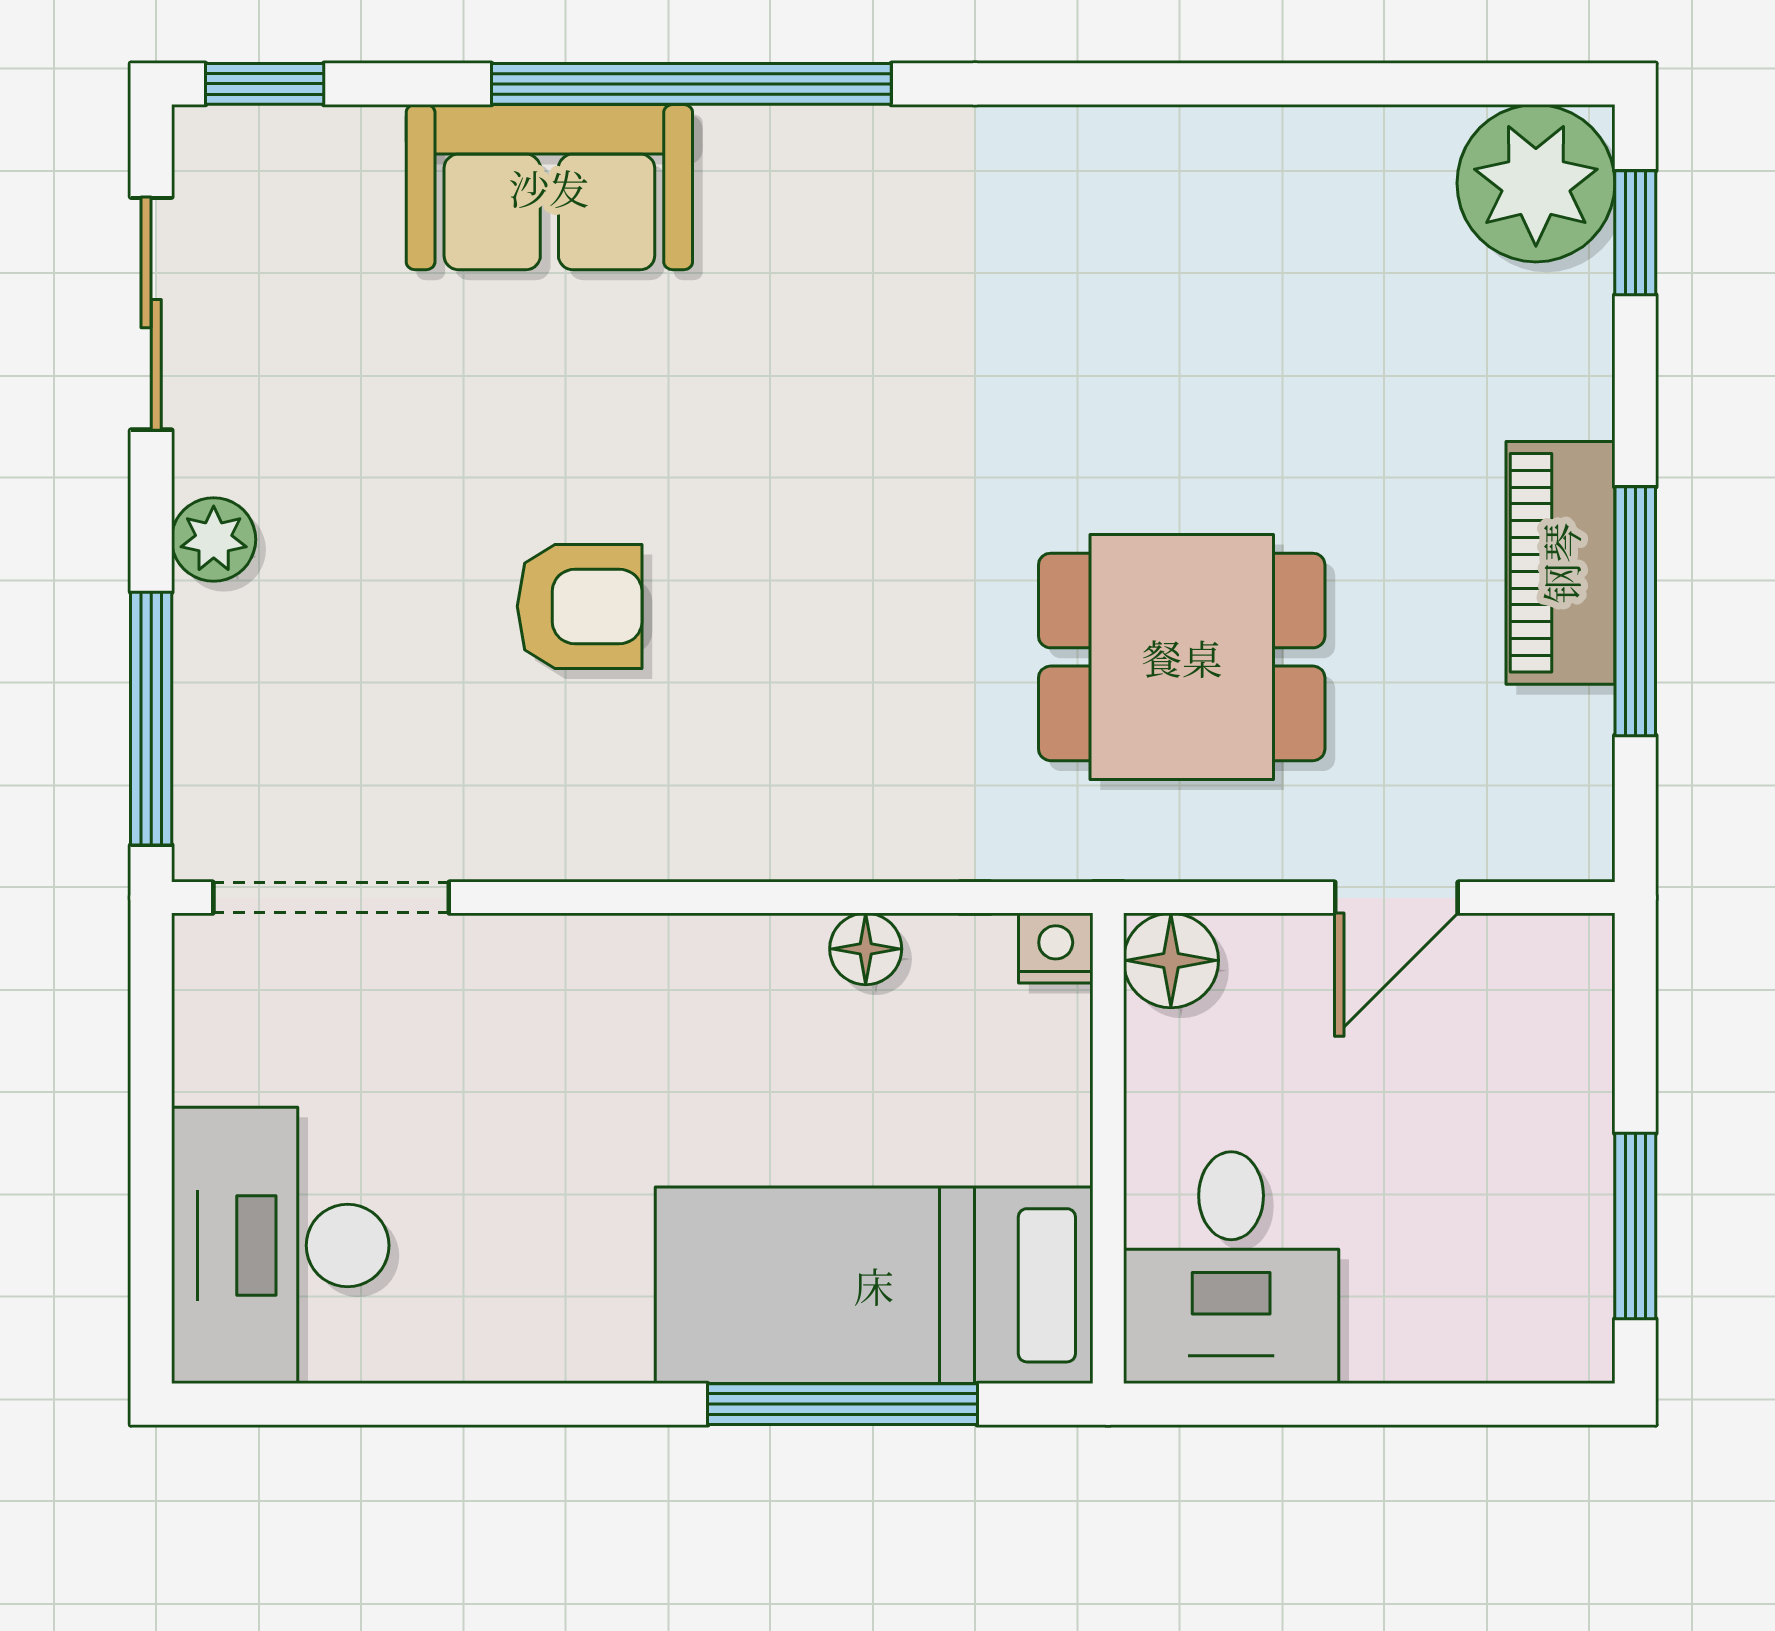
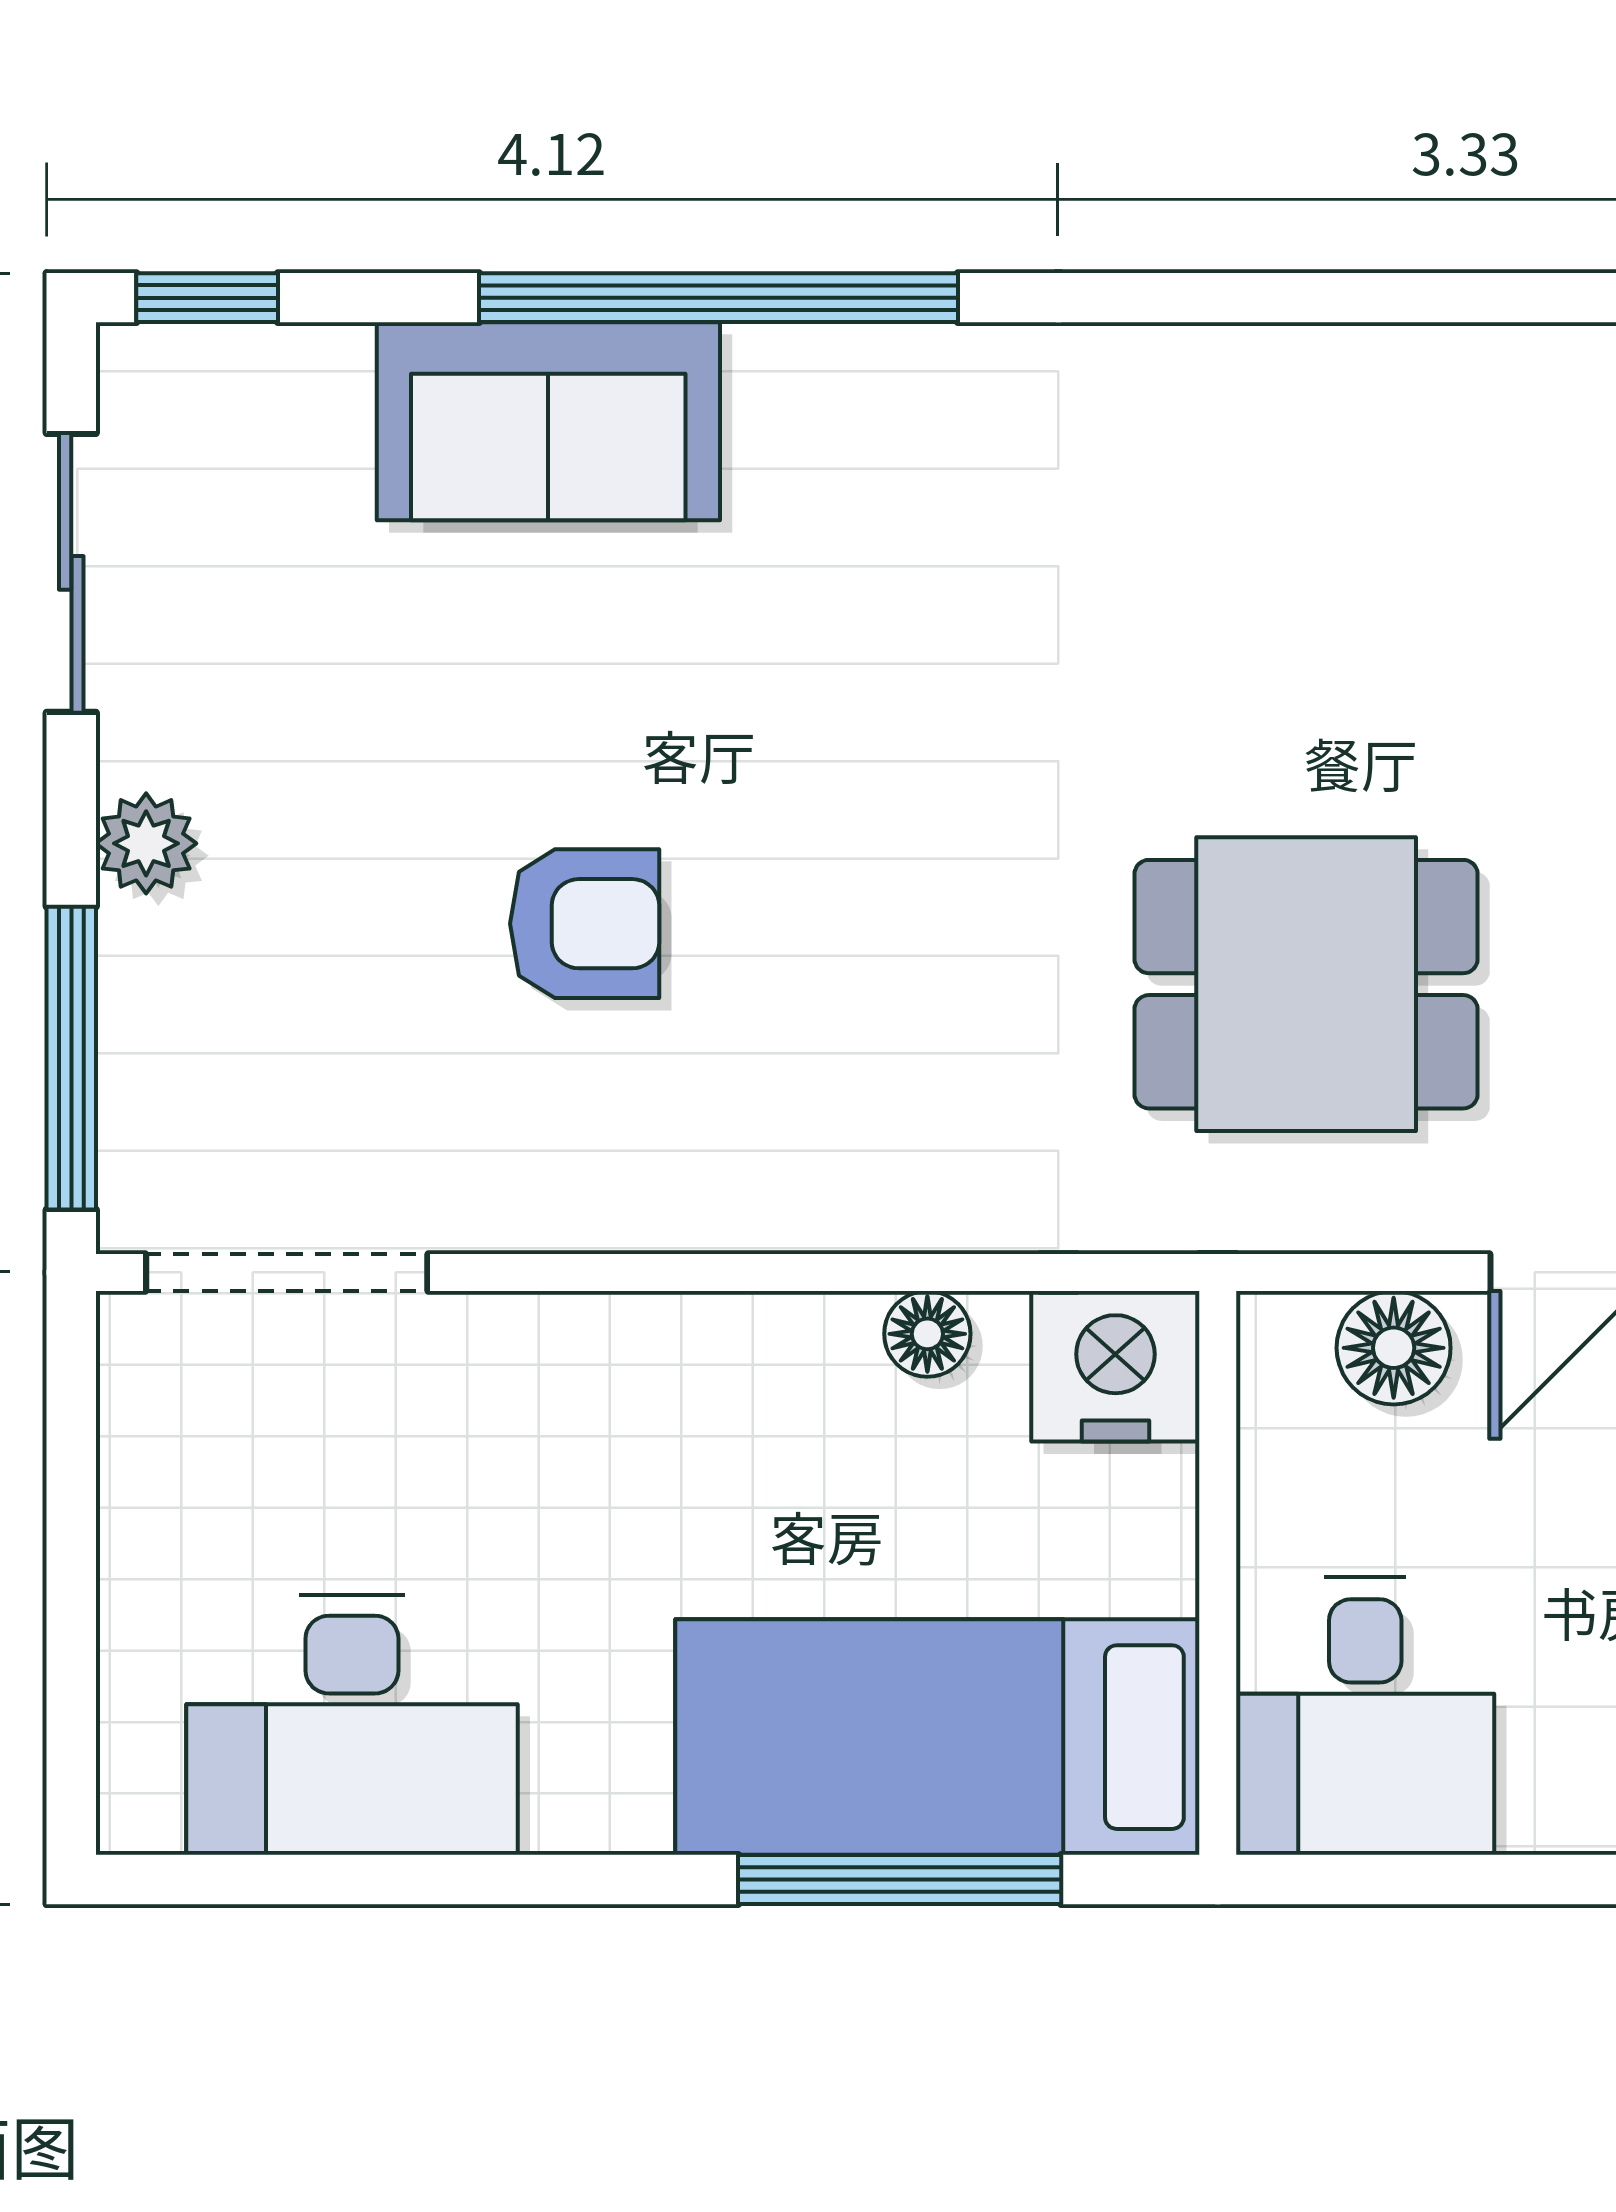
nightstand: (1056, 948) -> (1115, 1366), width x1.89, depth x1.79
floor lamp: (1171, 960) -> (1394, 1348), moved
desk: (280, 1245) -> (352, 1725), moved, turned -90

